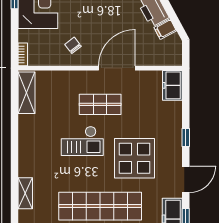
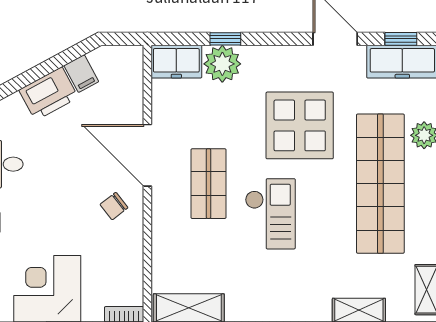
chair: (73, 45) -> (114, 206), moved
plant: (171, 113) -> (222, 64), added
window: (186, 138) -> (225, 39), moved

